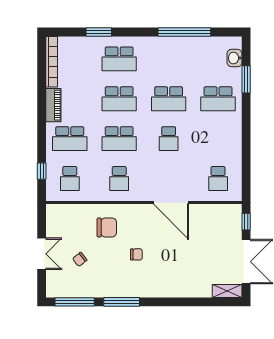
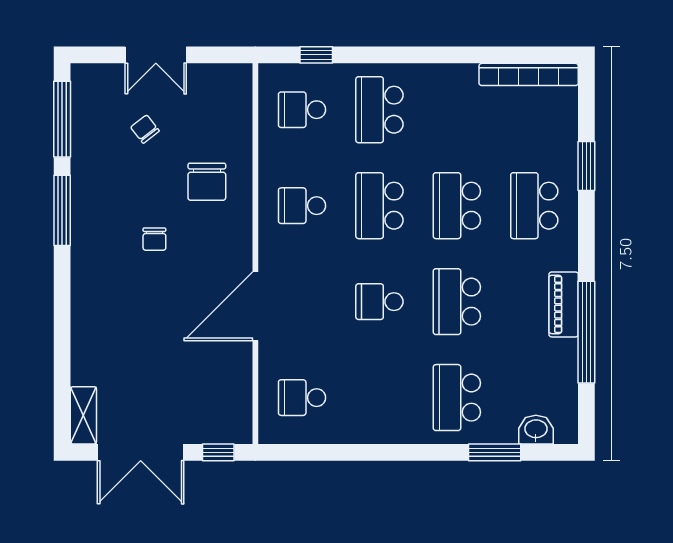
piano: (53, 105) -> (564, 304), moved, turned 90

